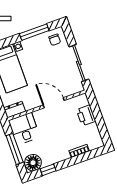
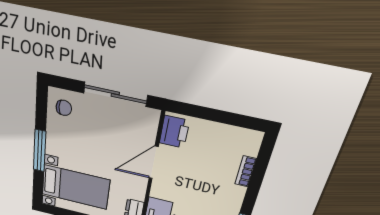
window: (34, 32) -> (40, 151), moved
printer: (86, 115) -> (174, 132), moved, turned -90

